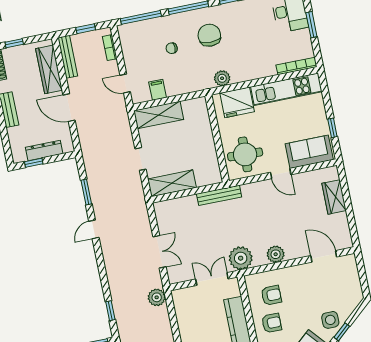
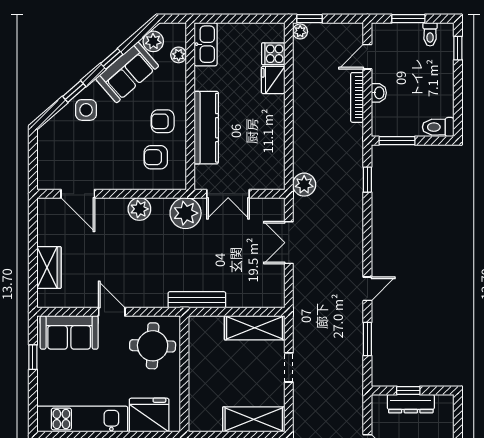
window: (34, 163) -> (408, 390), moved

